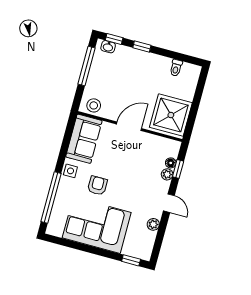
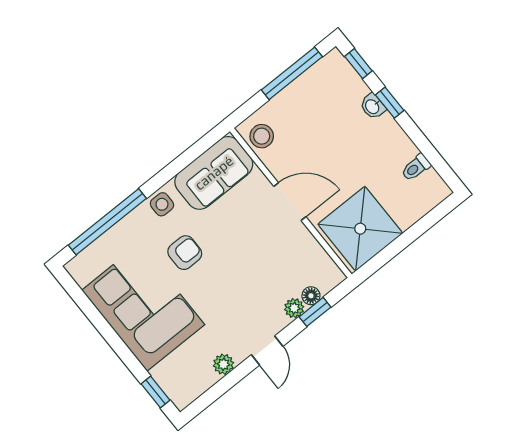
washbasin: (108, 47) -> (373, 106), moved

